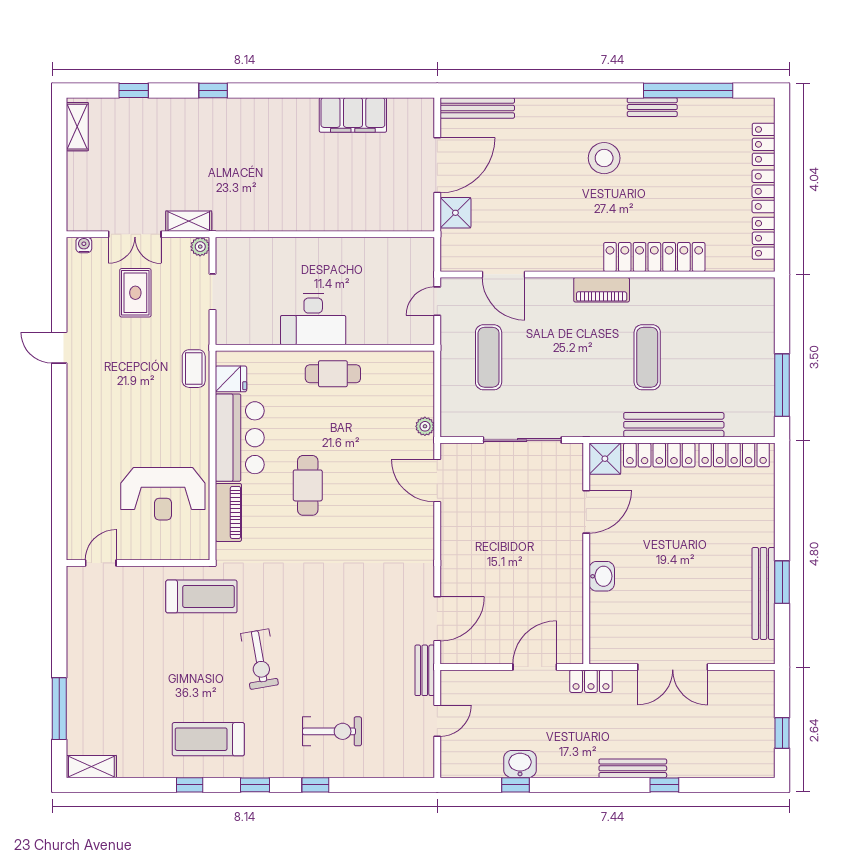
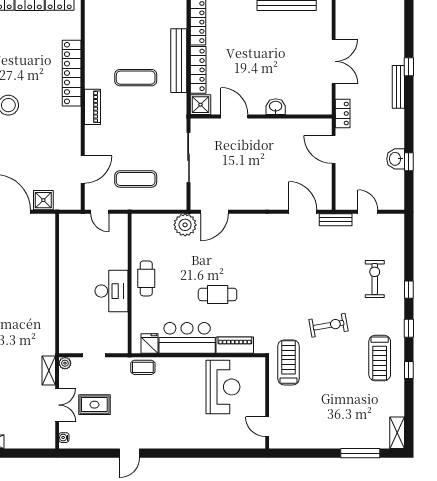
plant: (425, 426) -> (185, 225), width x1.88, depth x1.88

